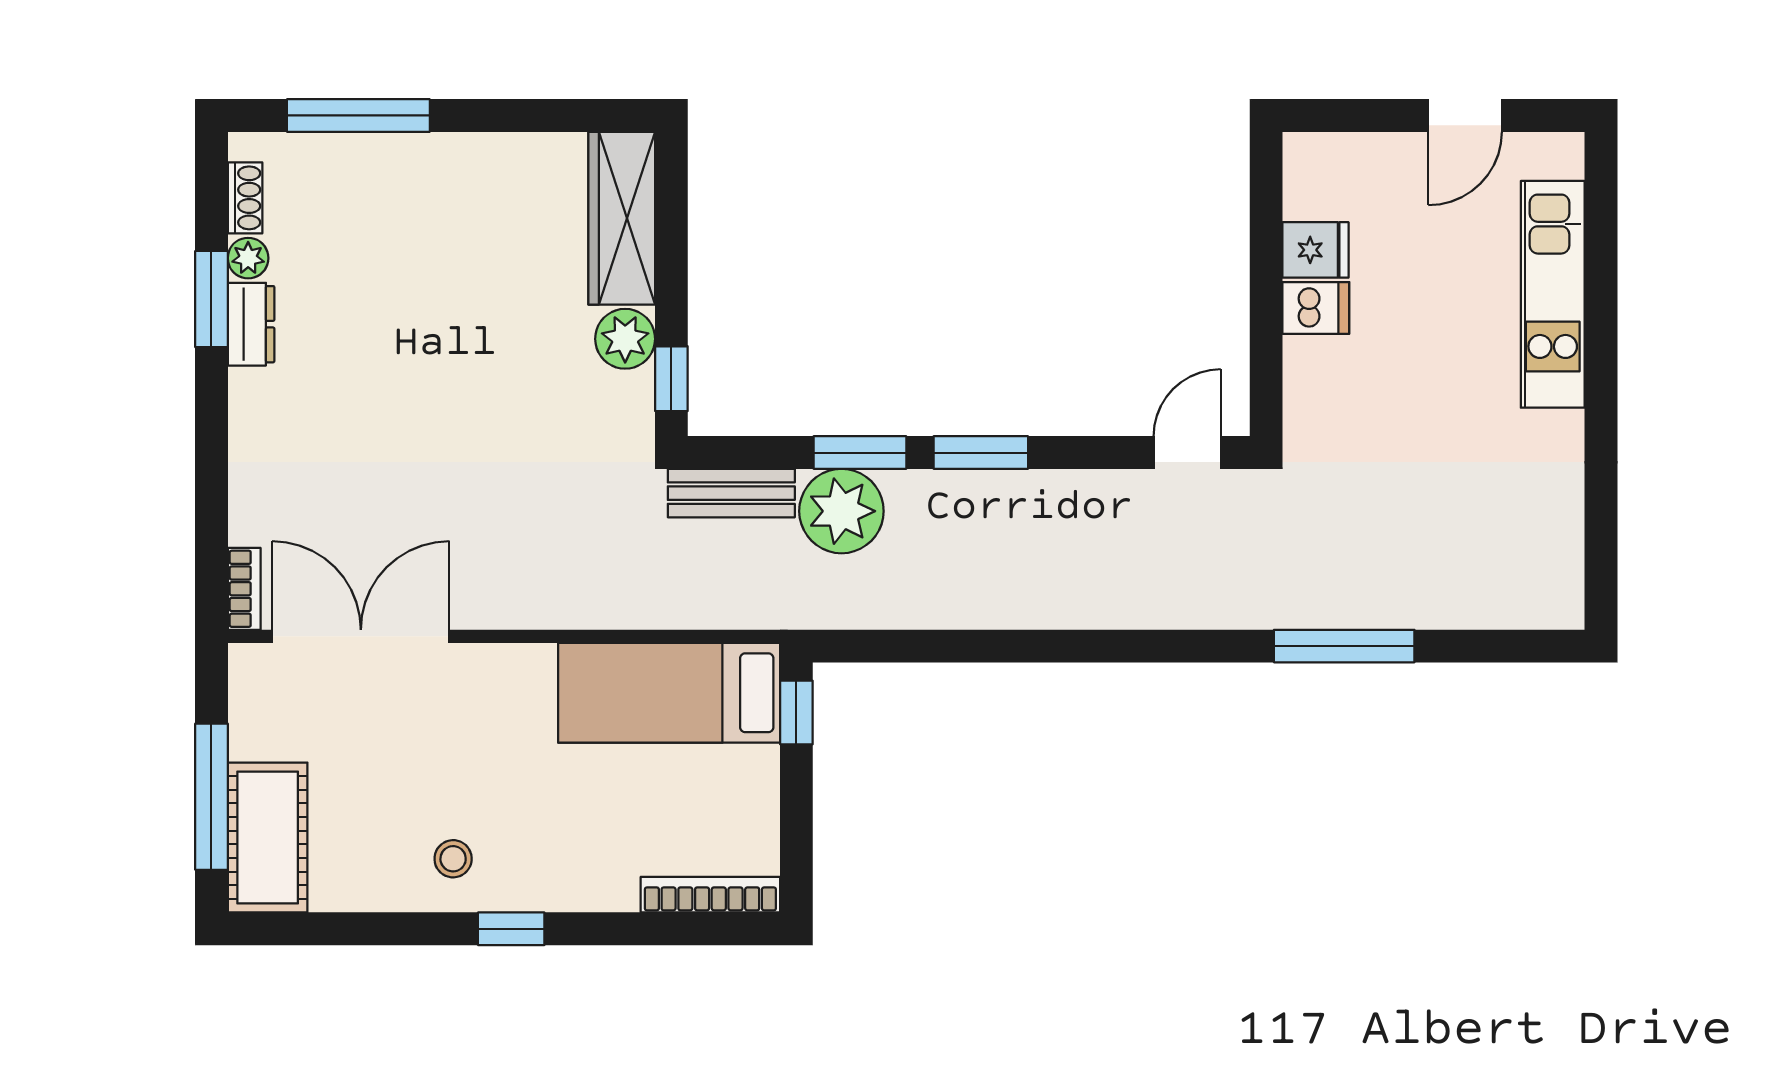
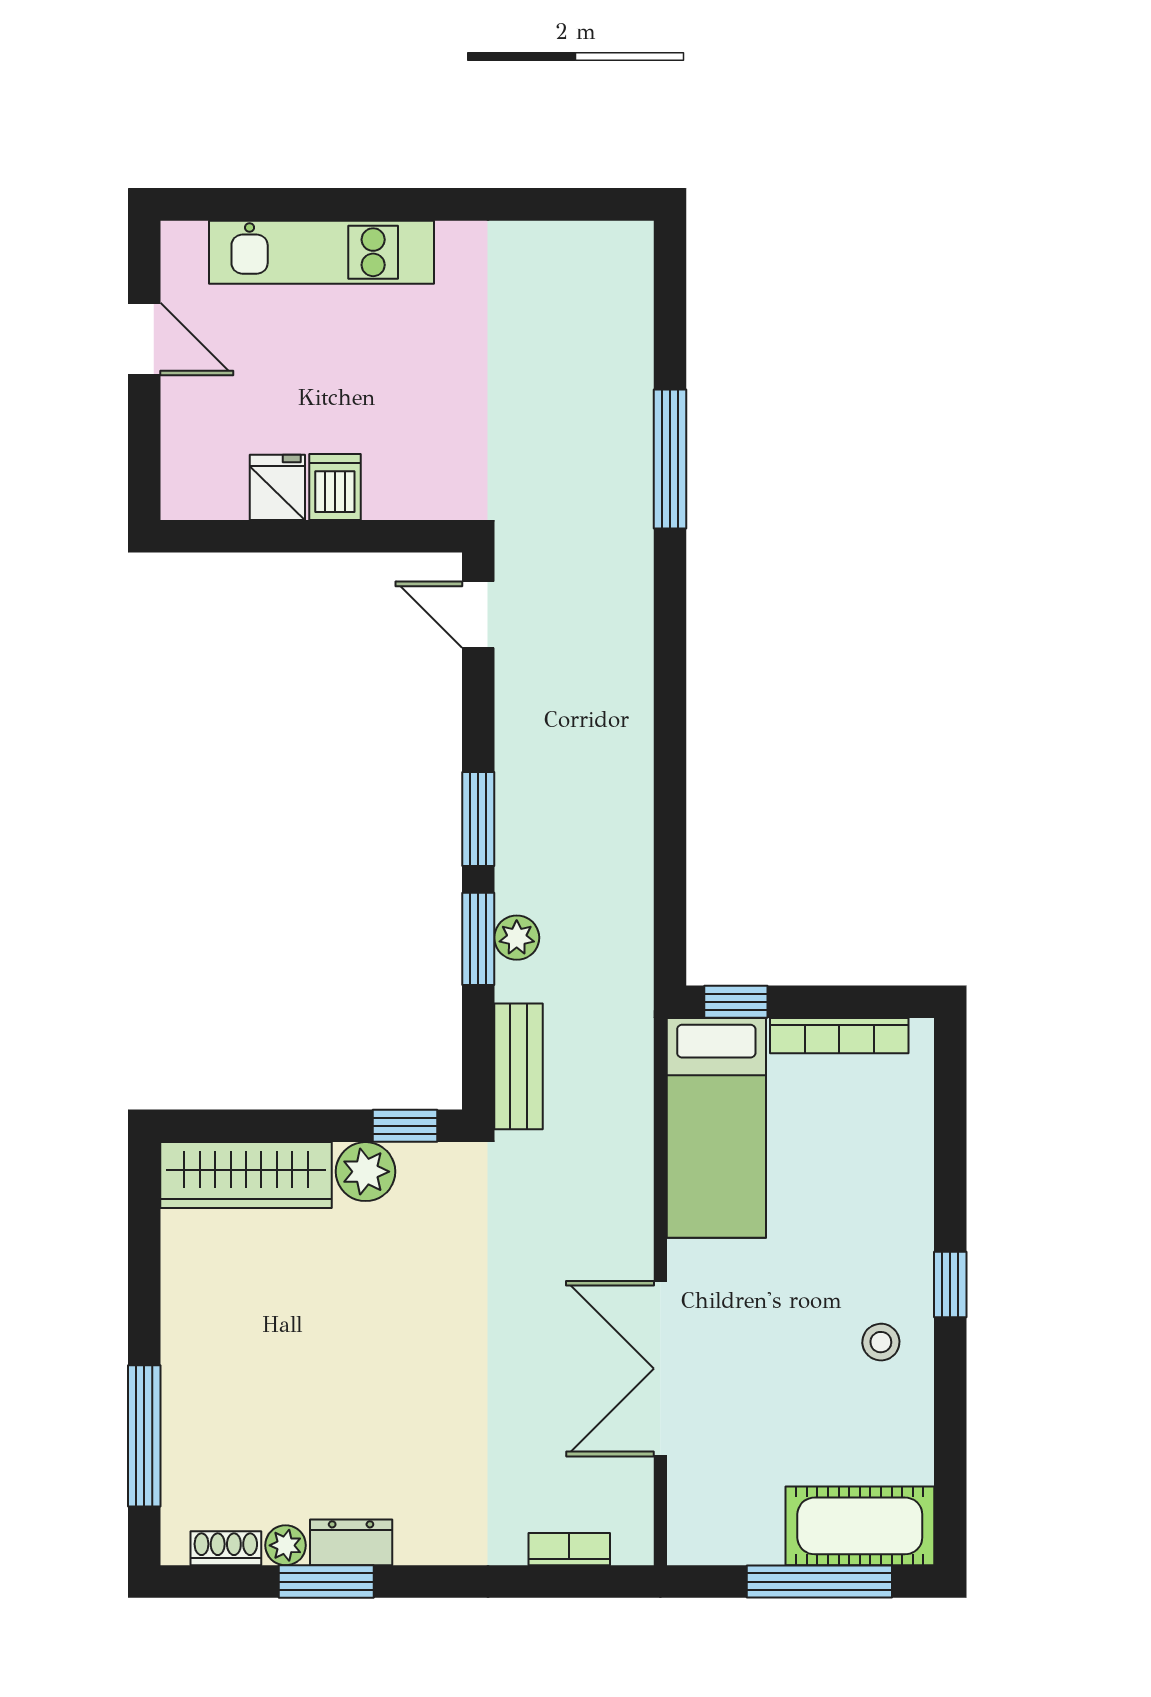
plant: (841, 511) -> (517, 938), width x0.53, depth x0.53
bookcase: (244, 589) -> (569, 1549), moved
double door: (361, 636) -> (660, 1369), moved
bookcase: (710, 895) -> (839, 1036), moved, turned -90

